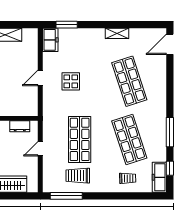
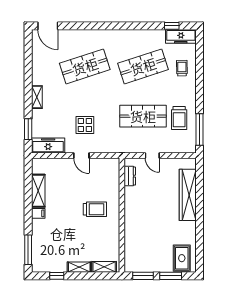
shelving: (117, 33) -> (37, 97), moved
freezer: (50, 40) -> (48, 146), width x1.40
window: (170, 132) -> (136, 26), removed

